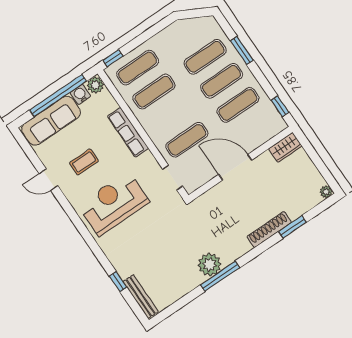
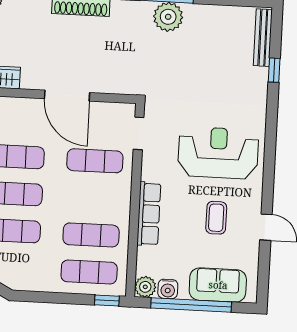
sofa: (51, 121) -> (218, 285), width x0.73
coffee table: (84, 162) -> (216, 218), turned 90
reception desk: (114, 203) -> (218, 153), turned 180

